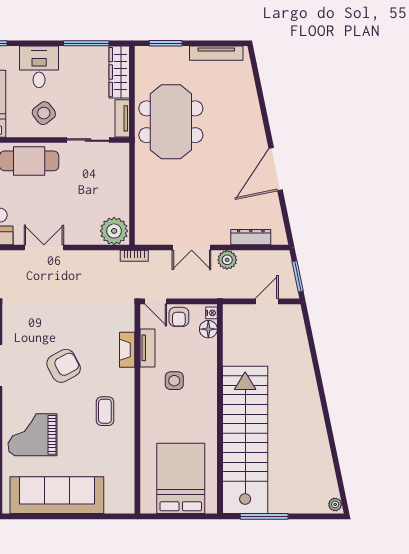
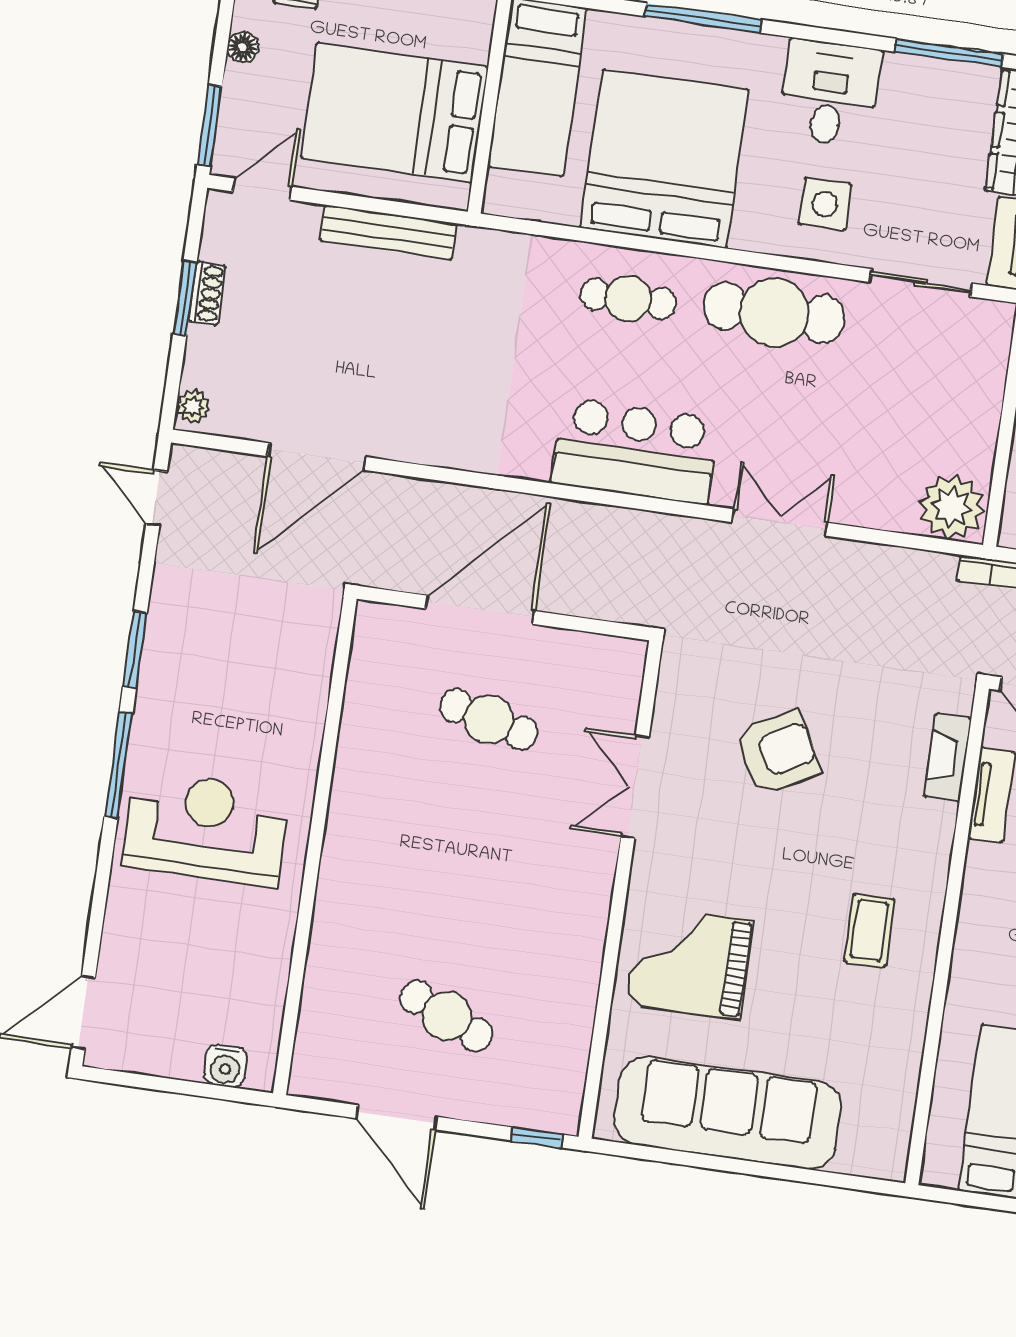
side table: (44, 113) -> (825, 204), turned 38
fireplace: (127, 350) -> (948, 757), moved
armchair: (64, 366) -> (778, 752), moved

